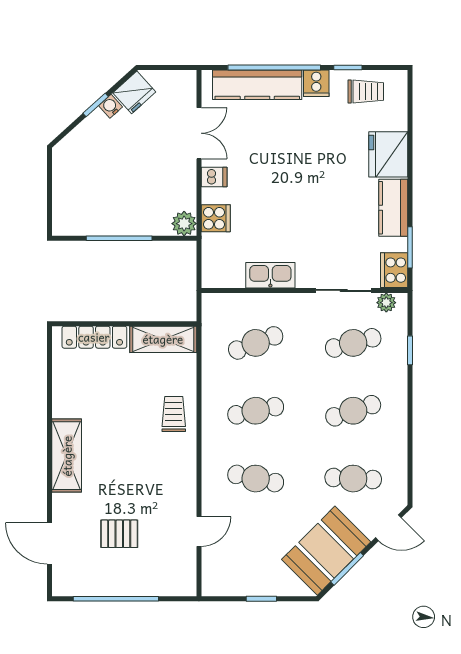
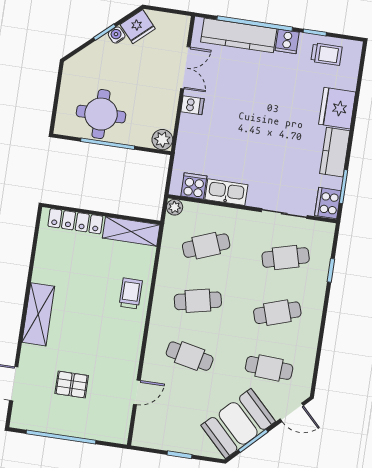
round table: (106, 204) -> (101, 114), added
cooker: (216, 218) -> (194, 186), moved, turned -90
plant: (386, 303) -> (175, 207), moved

